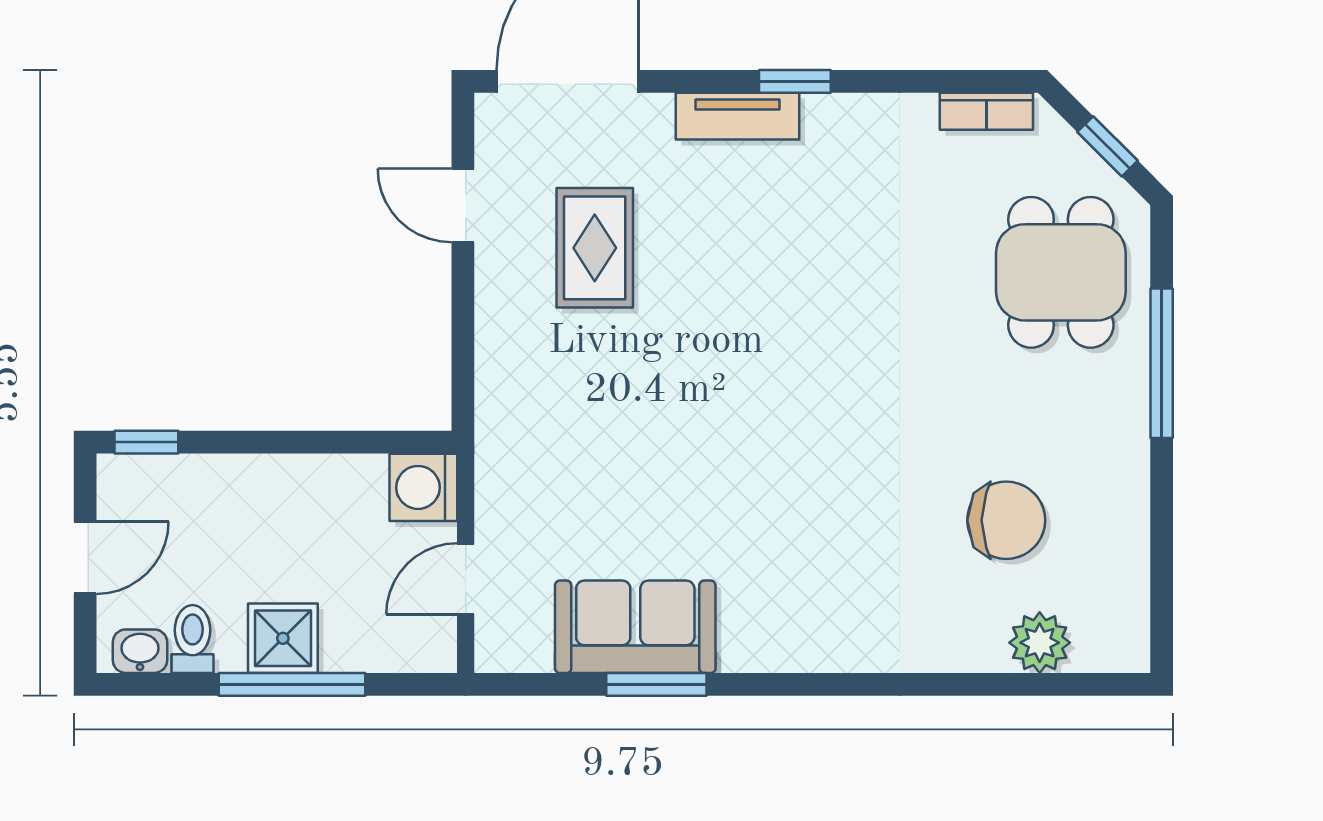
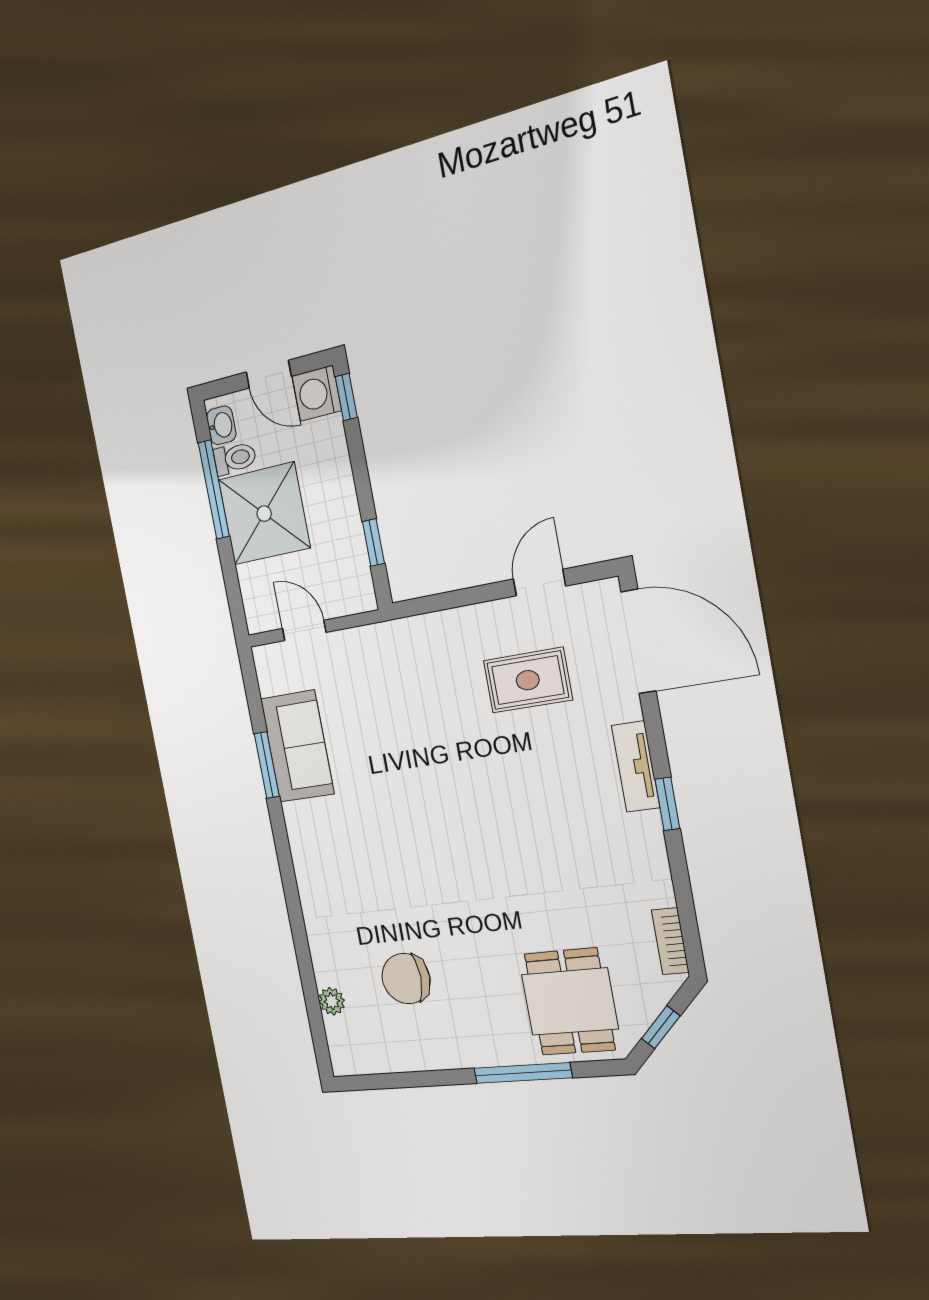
dining table: (1061, 272) -> (570, 1002), turned 90
window: (359, 442) -> (373, 542), added
washing machine: (423, 487) -> (317, 393), moved, turned -90
chair: (1006, 520) -> (406, 979), turned 90
shower: (283, 638) -> (264, 514), width x1.86, depth x1.86
plant: (1040, 643) -> (332, 1001), width x0.73, depth x0.73
window: (292, 684) -> (214, 490), moved

